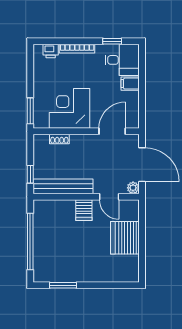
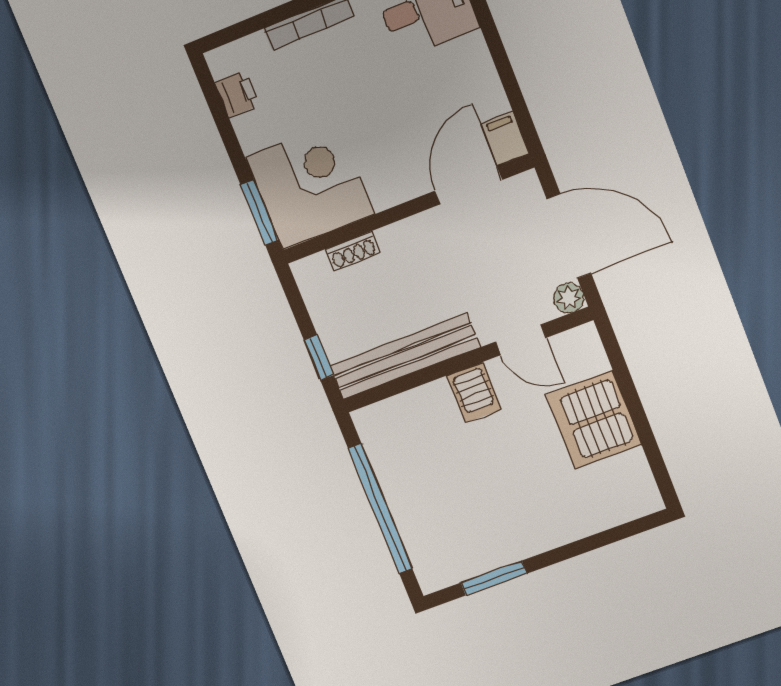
printer: (51, 51) -> (237, 94), moved, turned -90
filing cabinet: (130, 84) -> (505, 139), moved, turned 90
corner desk: (70, 108) -> (310, 186), moved, turned 90

